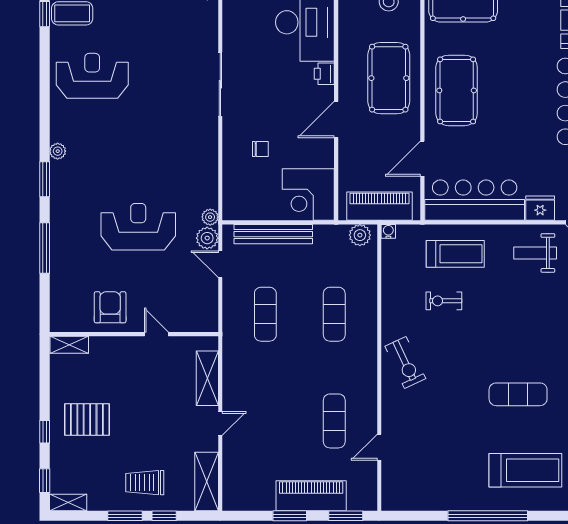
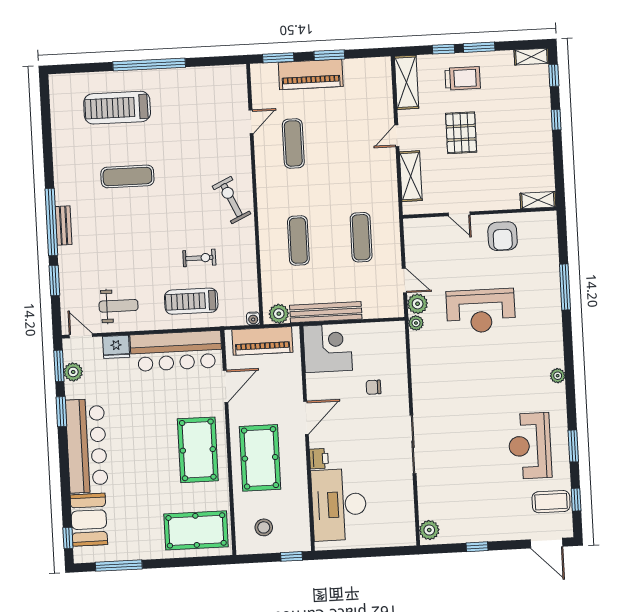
reception desk: (92, 76) -> (530, 446), turned 90
window: (45, 179) -> (573, 446), moved
bench: (273, 234) -> (326, 312), moved
pallet: (87, 419) -> (461, 133), moved, turned 90

